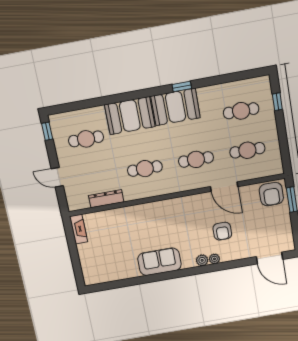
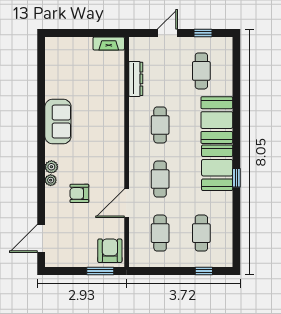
window: (47, 131) -> (203, 33), moved
armchair: (271, 194) -> (110, 251), turned 90

